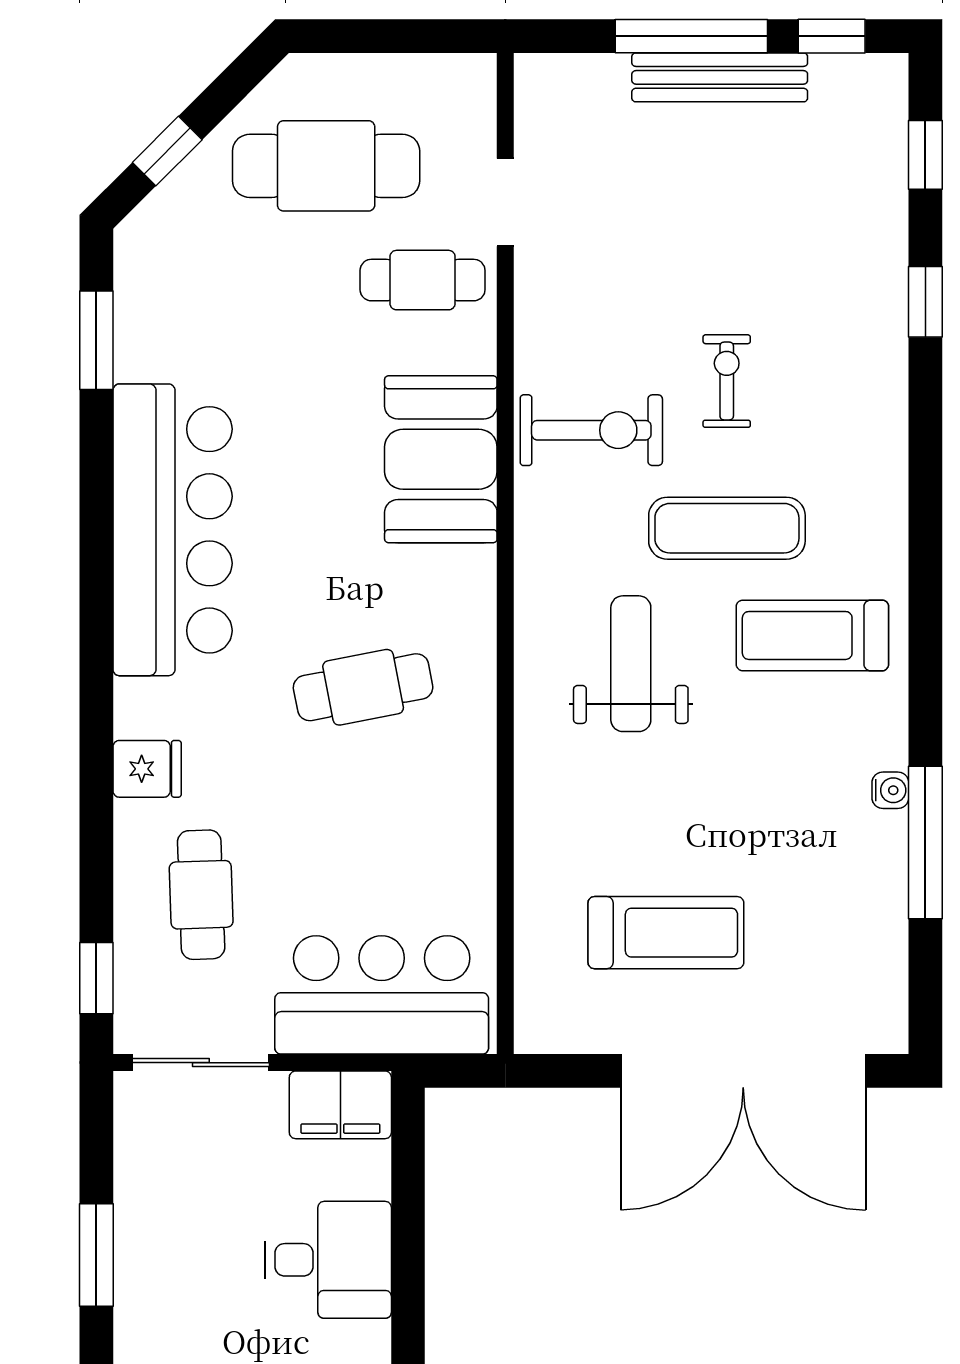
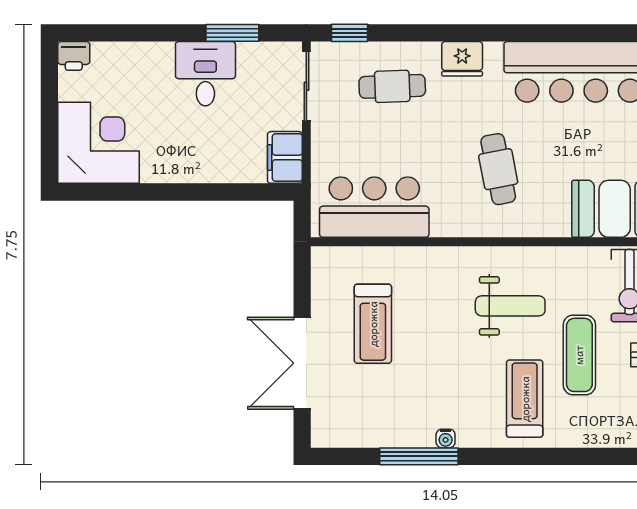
fridge: (147, 769) -> (462, 59), width x1.38
bar counter: (382, 995) -> (374, 207), moved, turned -90
double door: (743, 1071) -> (302, 363), width x0.73
window: (96, 1255) -> (232, 33), moved
desk: (328, 1260) -> (205, 74), moved, turned 180

